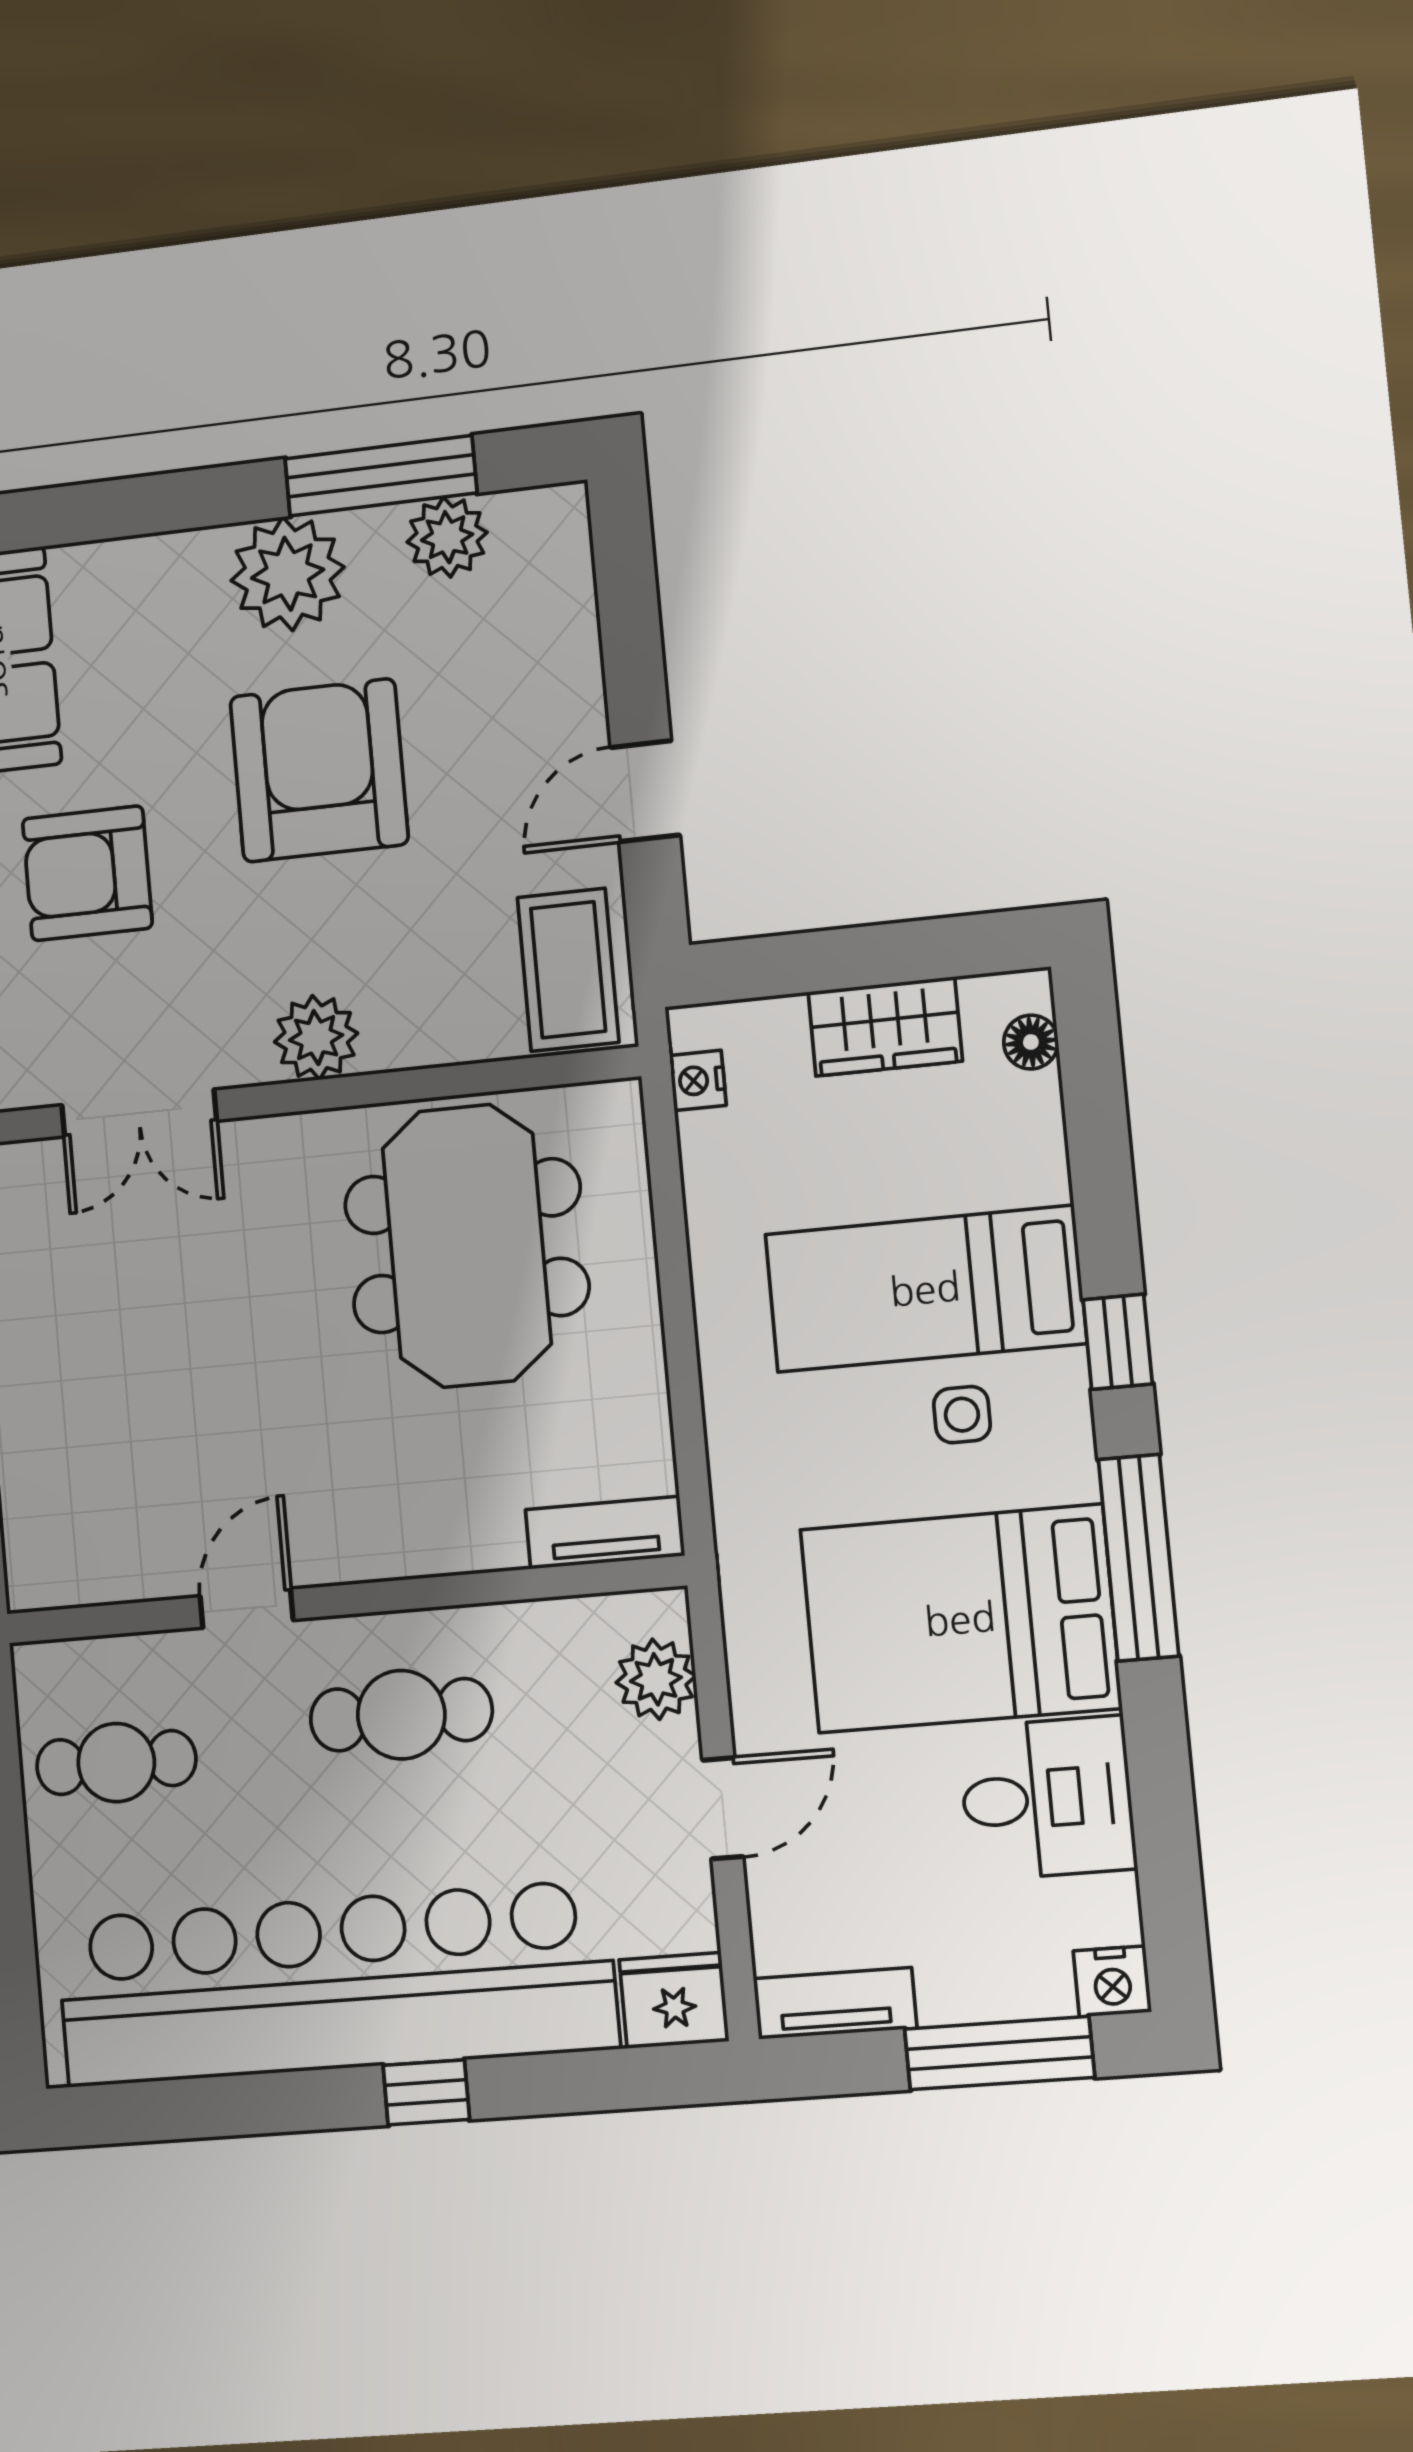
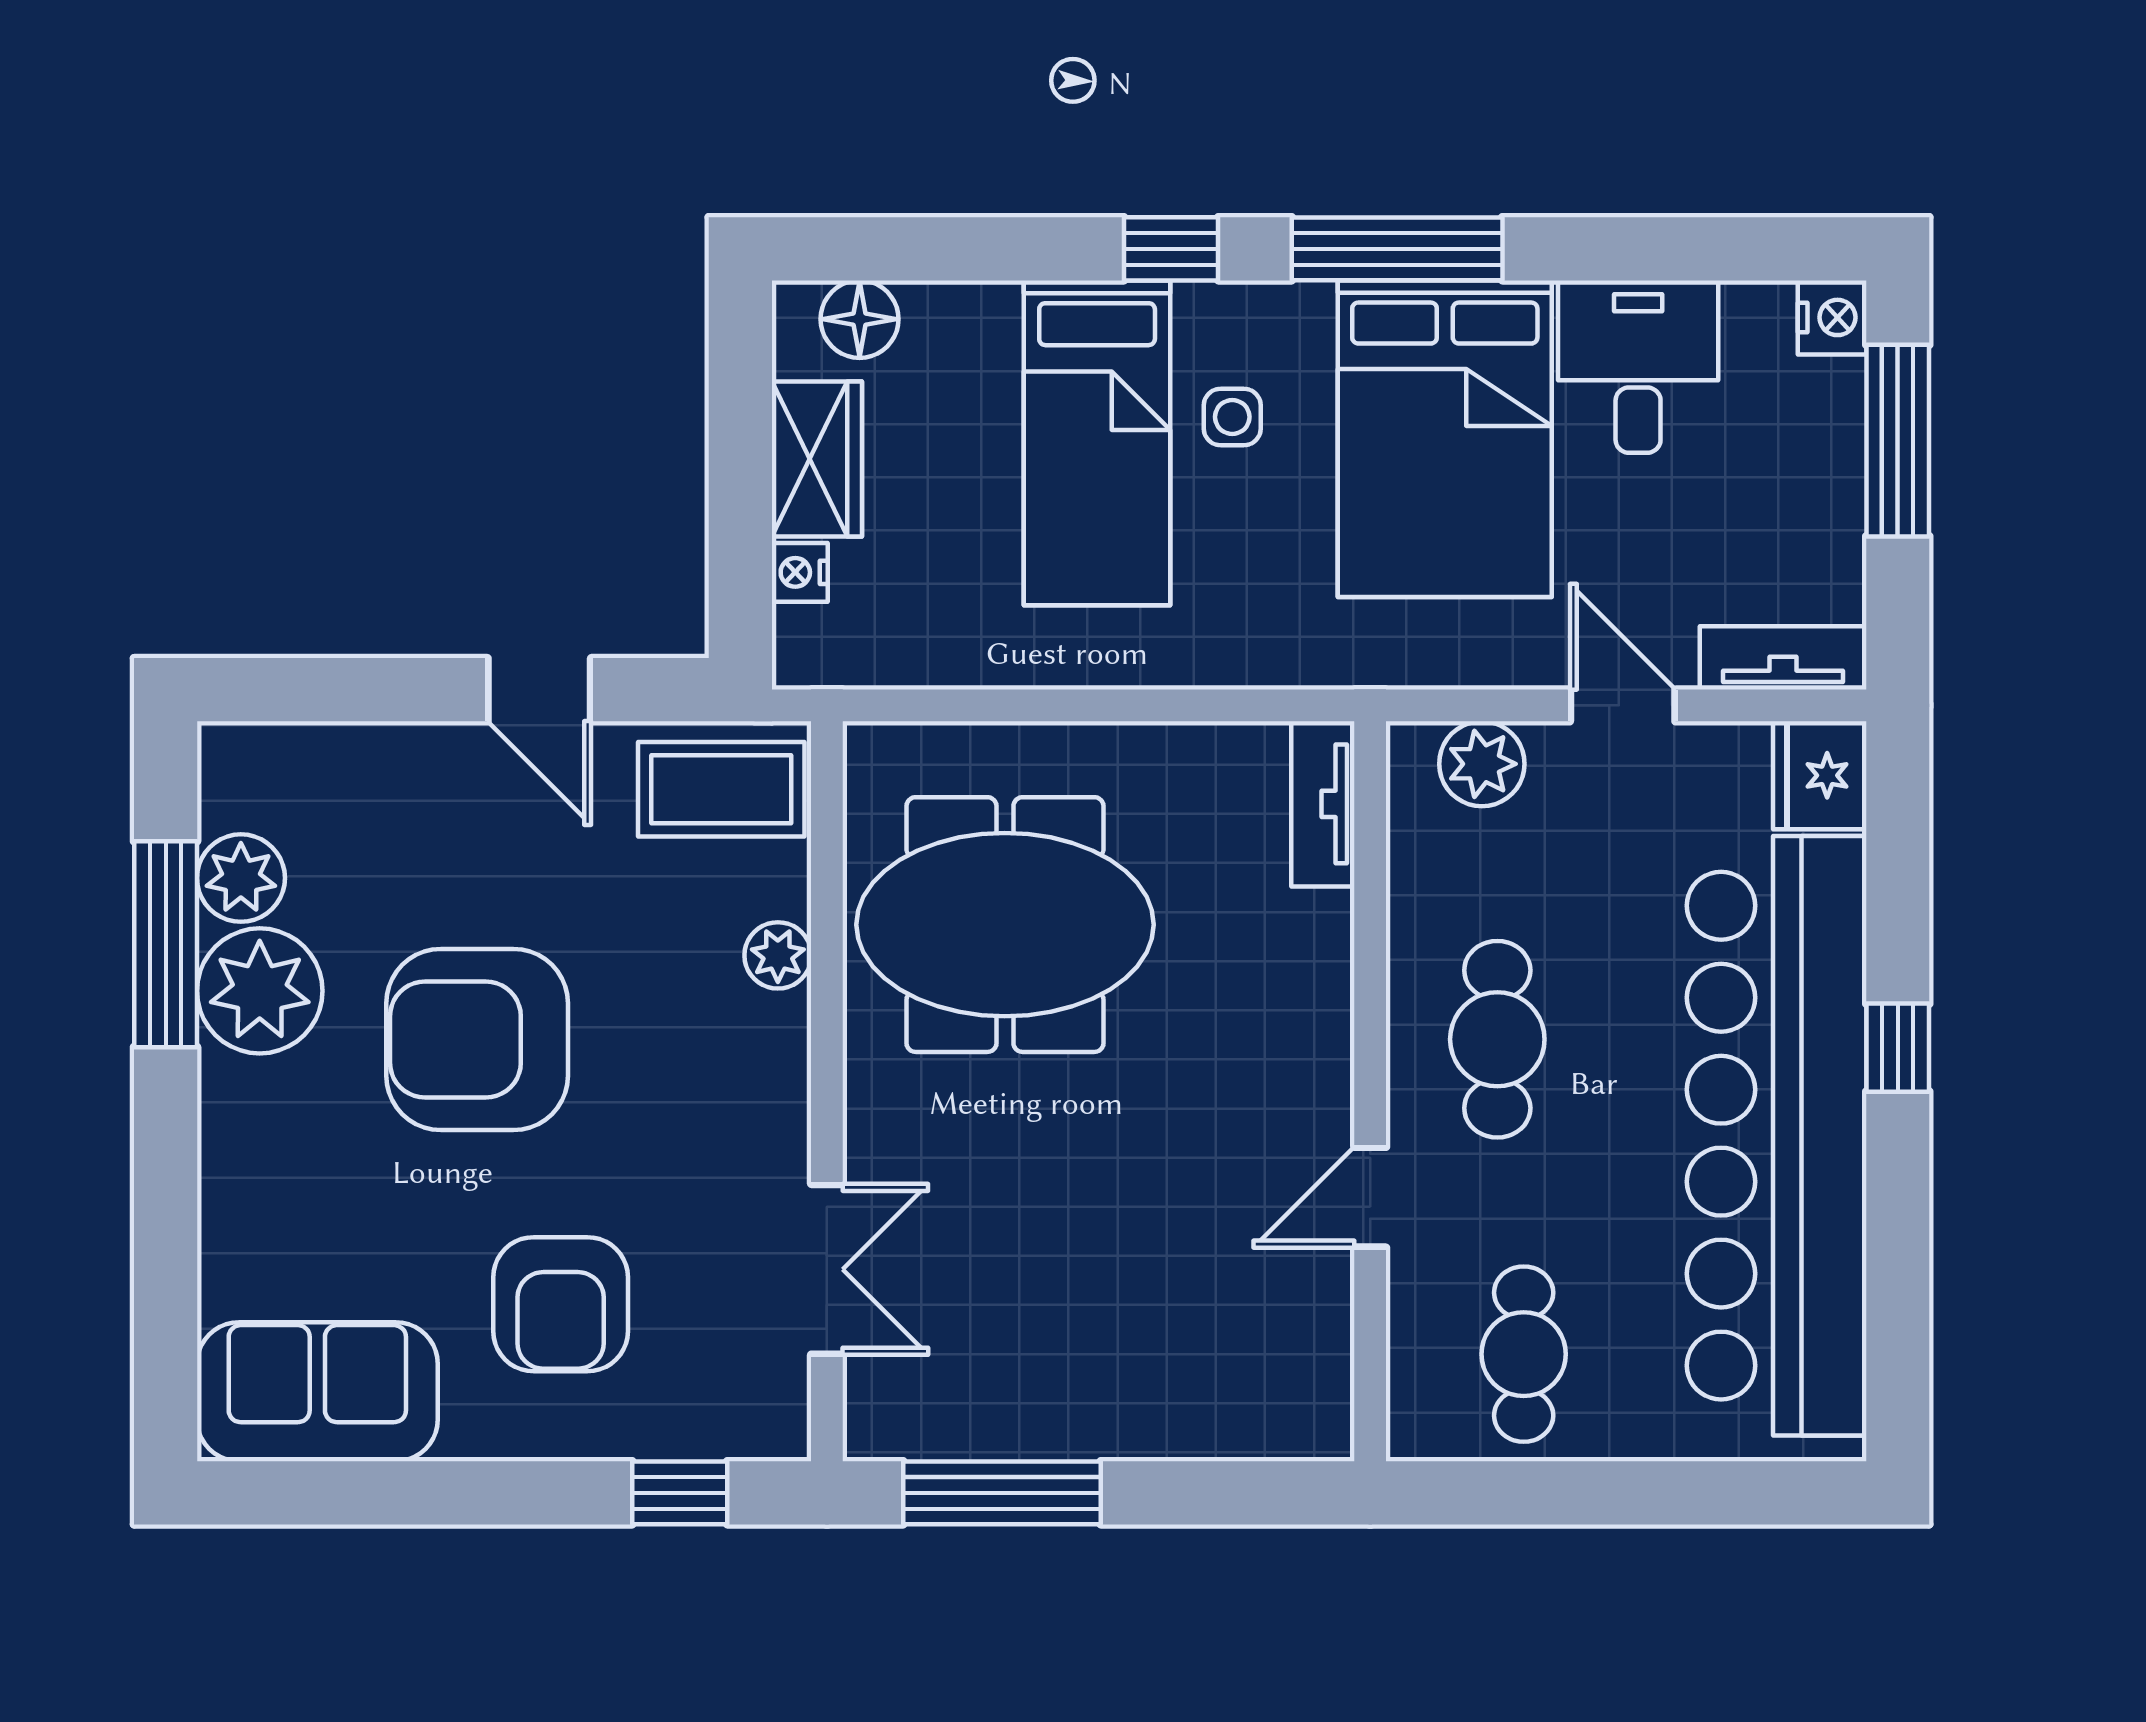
plant: (288, 574) -> (260, 991), moved
plant: (316, 1038) -> (778, 955), moved, width x0.73, depth x0.73
floor lamp: (1031, 1042) -> (860, 319), width x1.37, depth x1.37
nightstand: (698, 1080) -> (800, 572), moved, turned 90
door: (247, 1608) -> (1370, 1197), hinge flipped
tv unit: (835, 2003) -> (1783, 658), moved, turned 90

